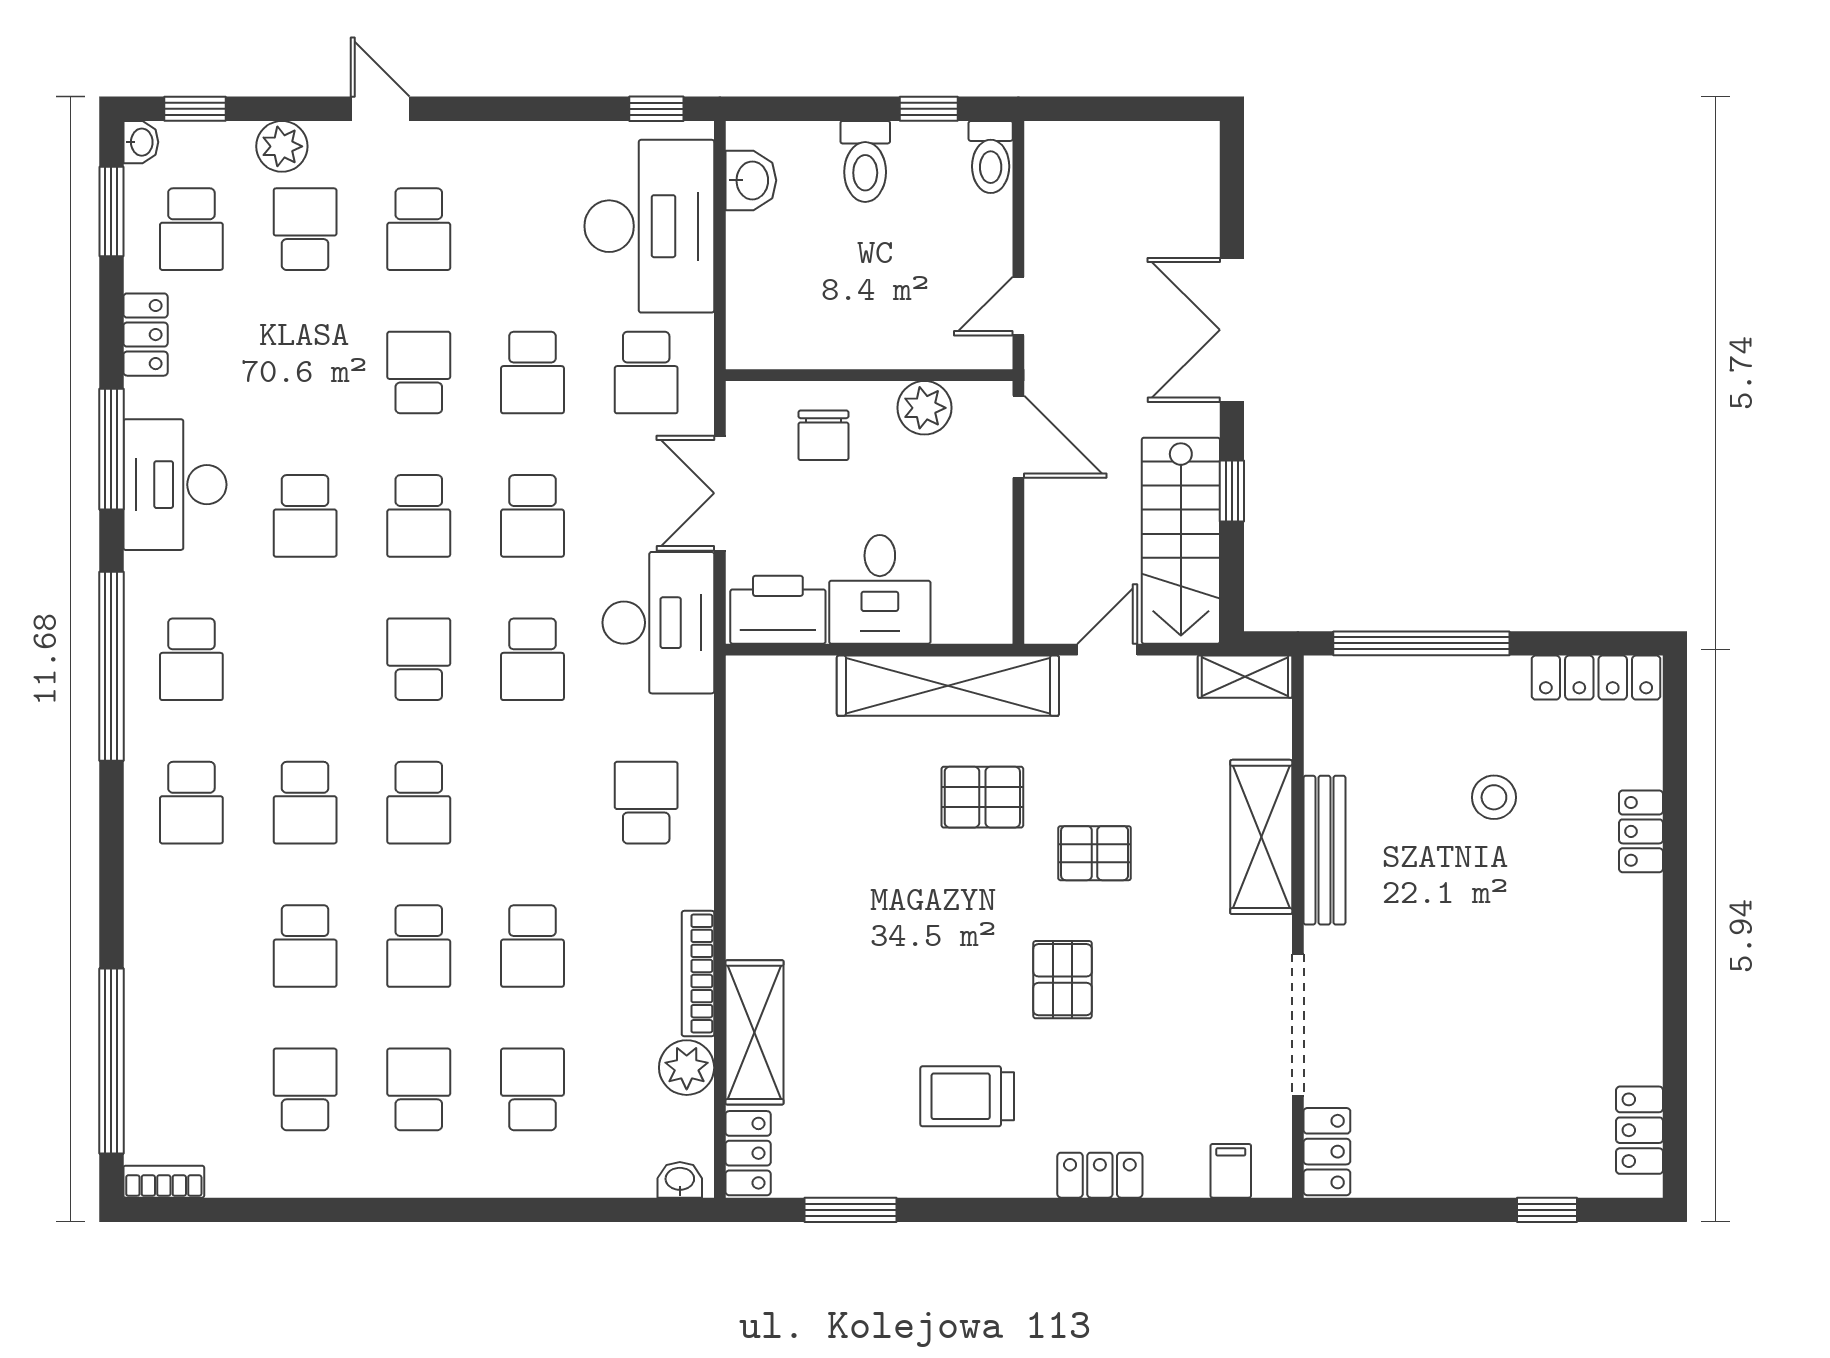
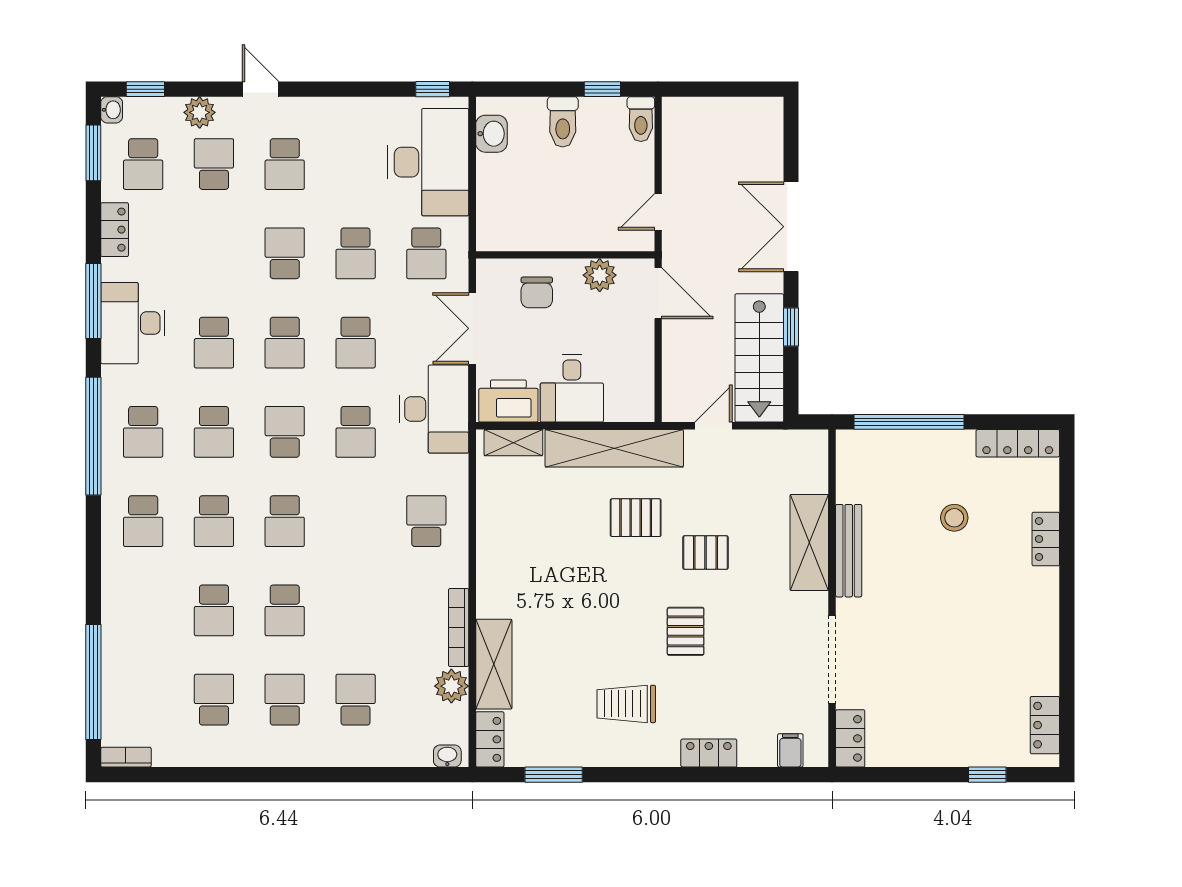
shelving: (1245, 677) -> (513, 443), moved
school desk: (532, 946) -> (214, 432), moved

